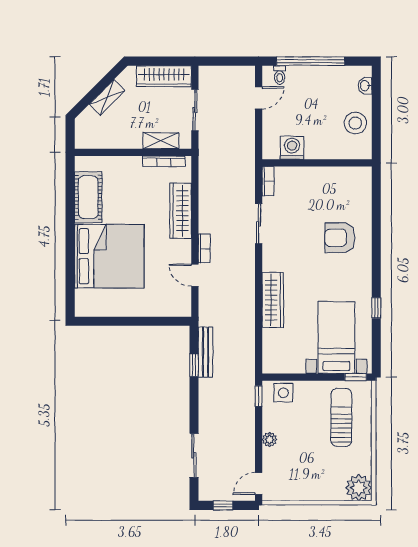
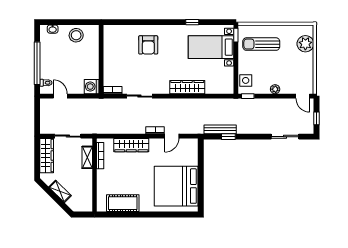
washing machine: (292, 148) -> (92, 87), moved
bed: (109, 256) -> (176, 186), moved, turned -90
plant: (359, 488) -> (305, 44), moved

